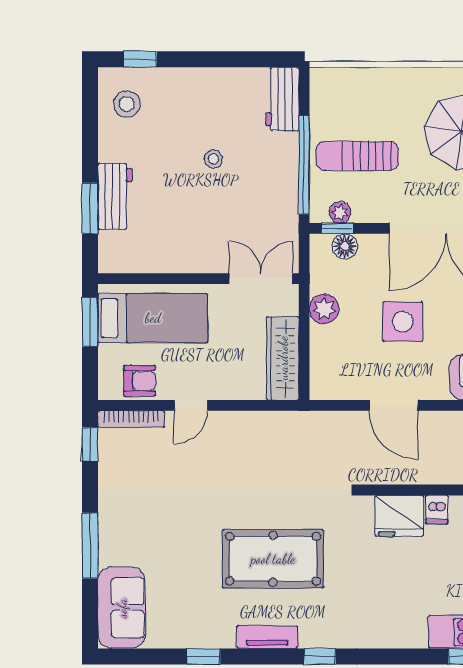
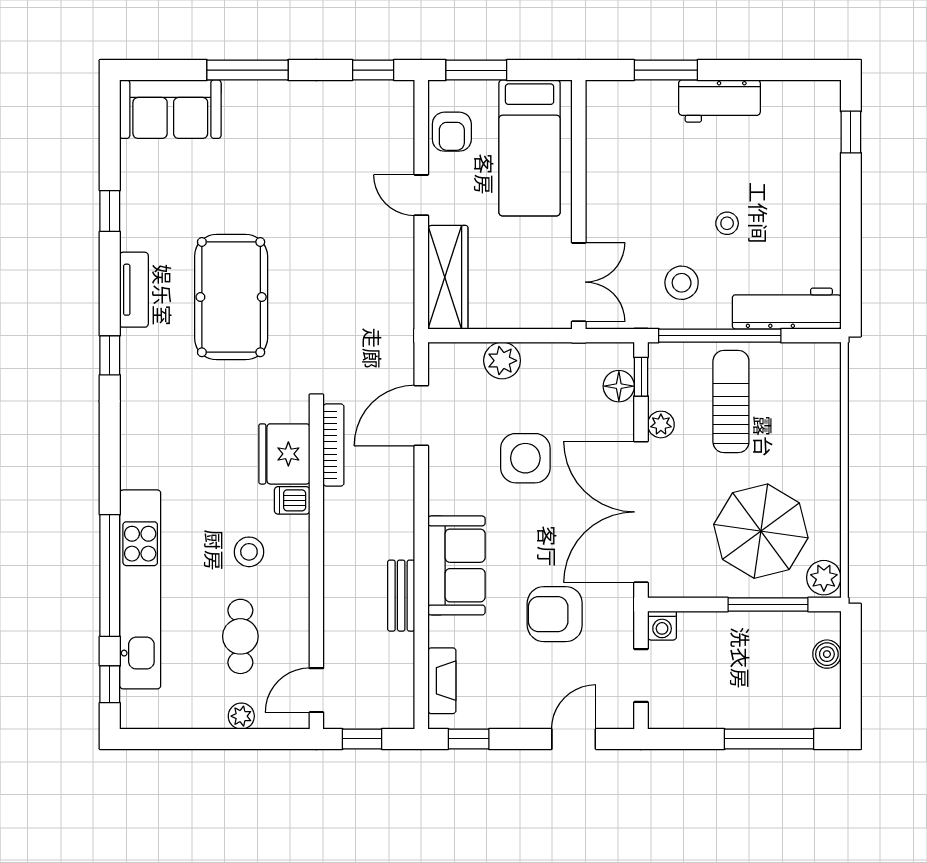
workbench: (282, 99) -> (787, 309), width x1.38
stool: (127, 104) -> (682, 283), moved
workbench: (115, 196) -> (719, 101), moved
plant: (340, 212) -> (661, 424), moved
plant: (324, 309) -> (502, 361), moved
window: (90, 322) -> (476, 70), moved
wardrobe: (283, 358) -> (448, 277), moved, turned 90
door: (393, 405) -> (421, 415), moved
bookcase: (131, 419) -> (333, 445), moved, turned 180

